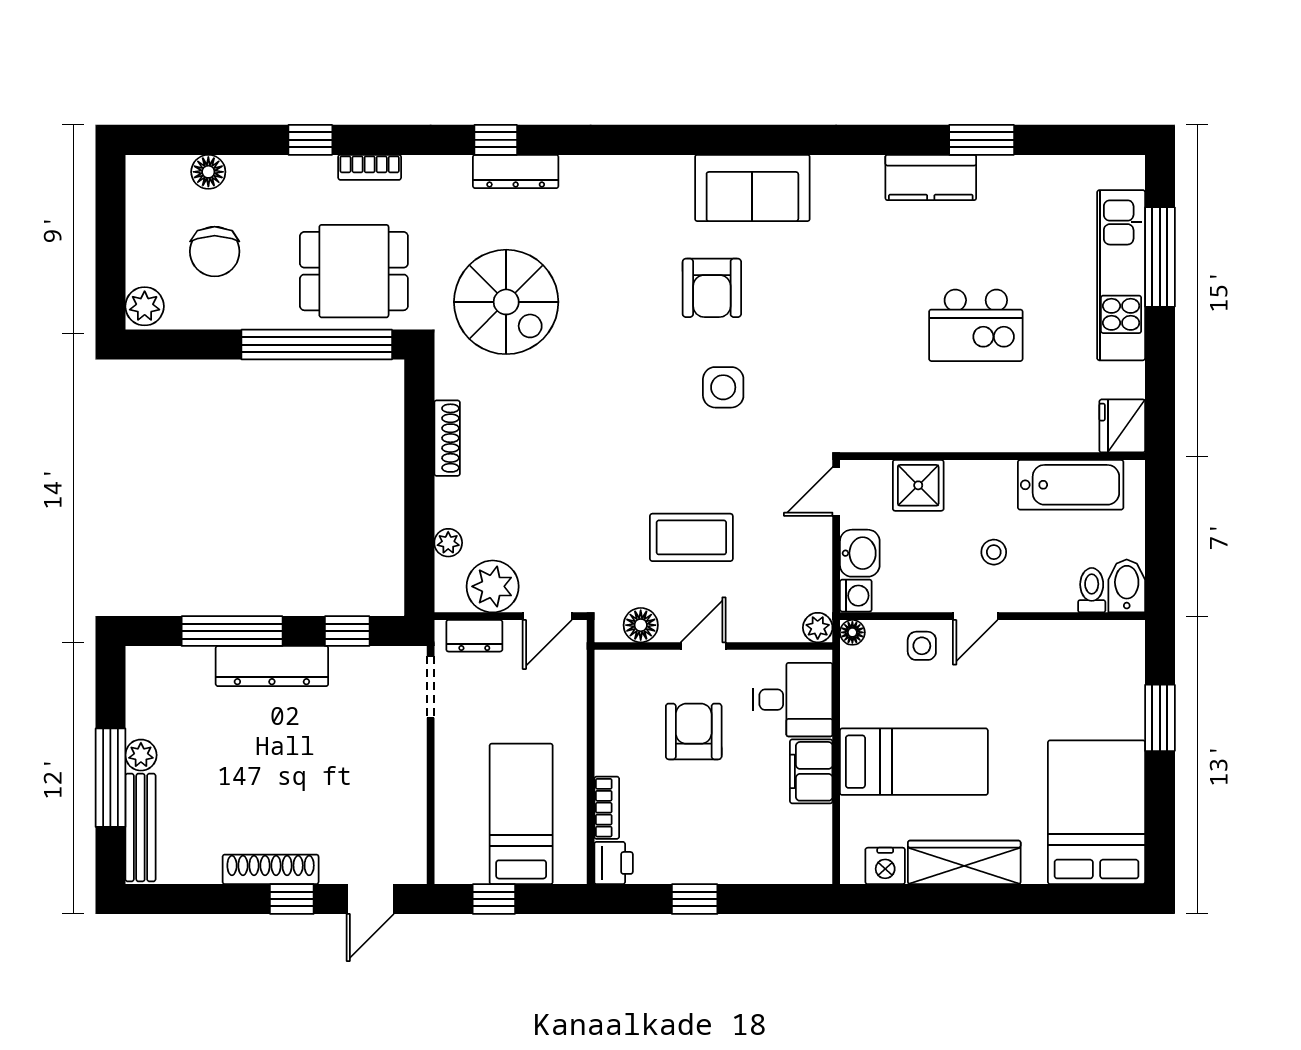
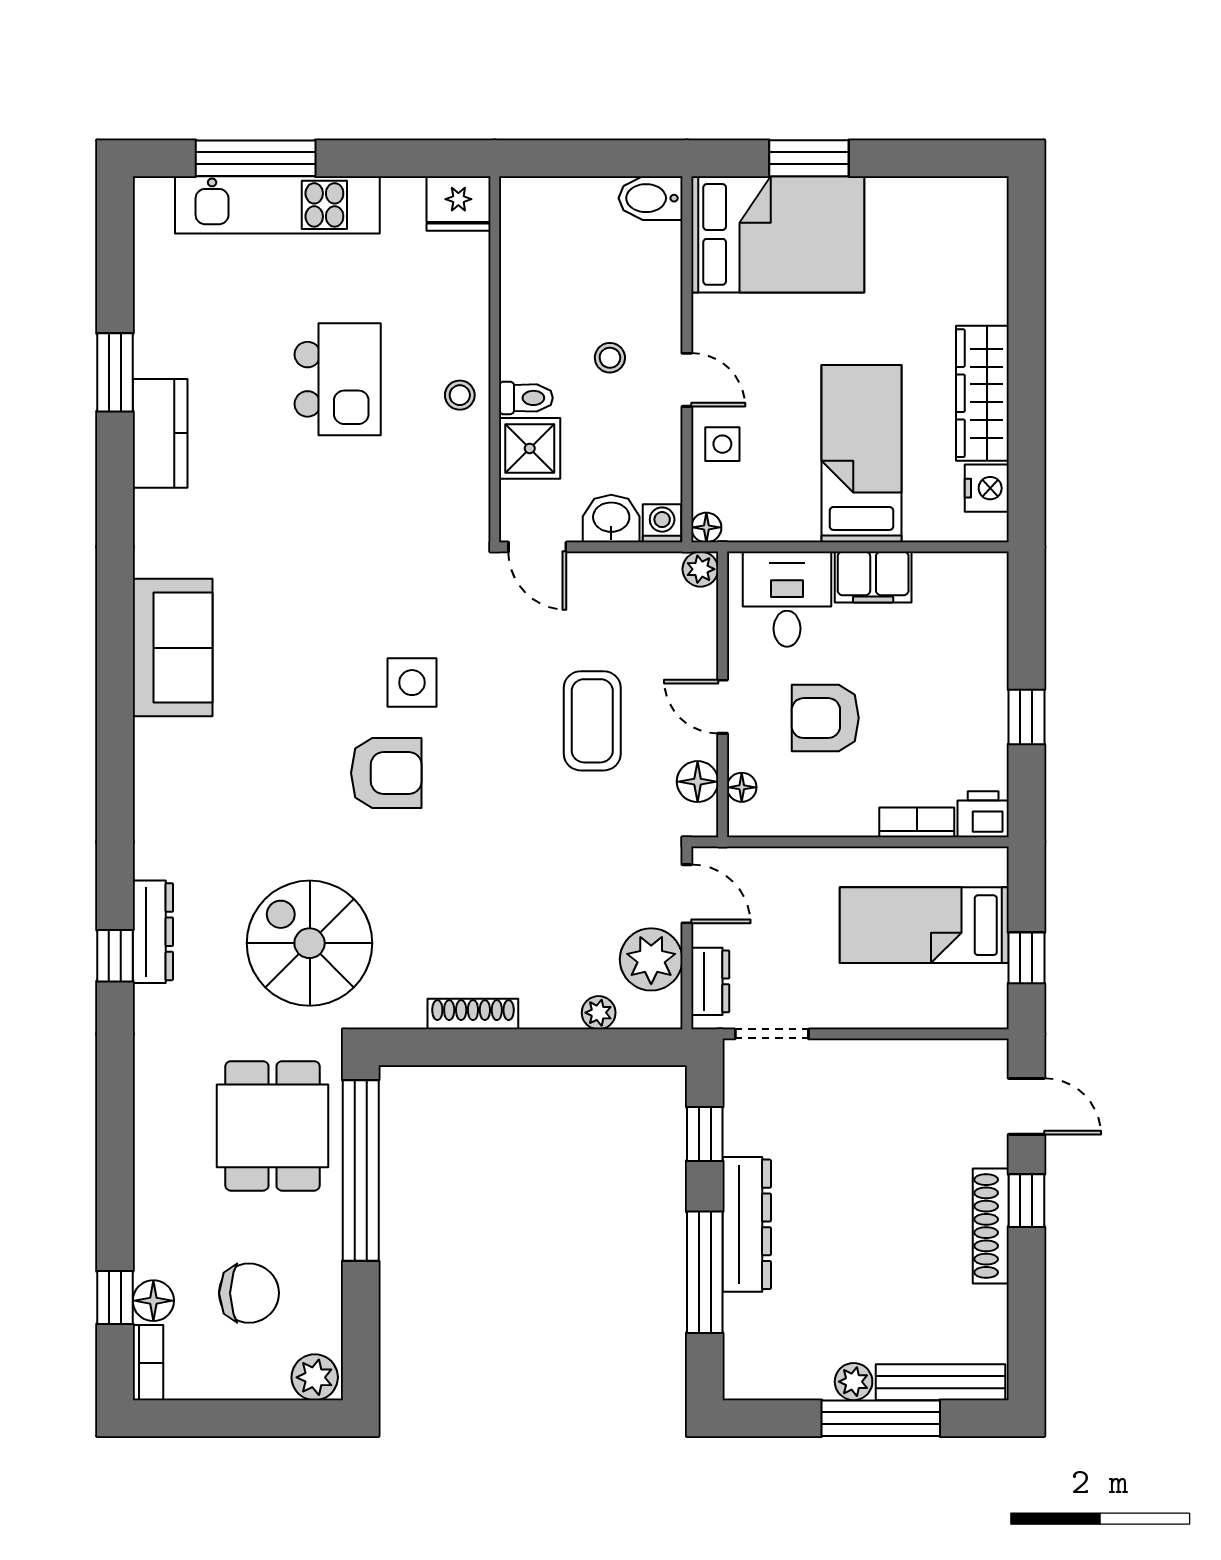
window: (310, 140) -> (115, 1298), moved
bookcase: (370, 167) -> (148, 1363), moved
armchair: (712, 288) -> (386, 773), moved
spiral stairs: (506, 302) -> (310, 943), turned -90
stool: (963, 427) -> (460, 395), added
bathtub: (1071, 485) -> (529, 265), removed
toilet: (1092, 590) -> (526, 398), moved, turned 180
floor lamp: (636, 662) -> (742, 787), added
bed: (1097, 812) -> (778, 234), moved, turned 180

